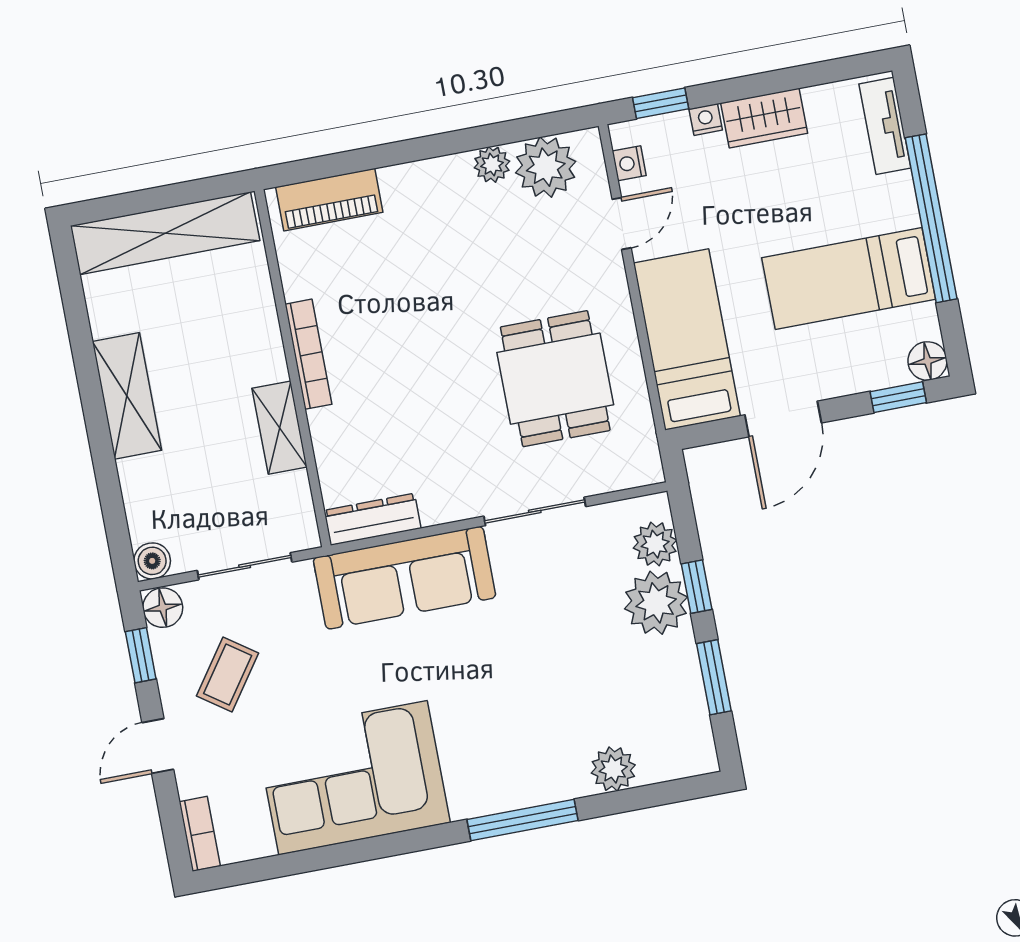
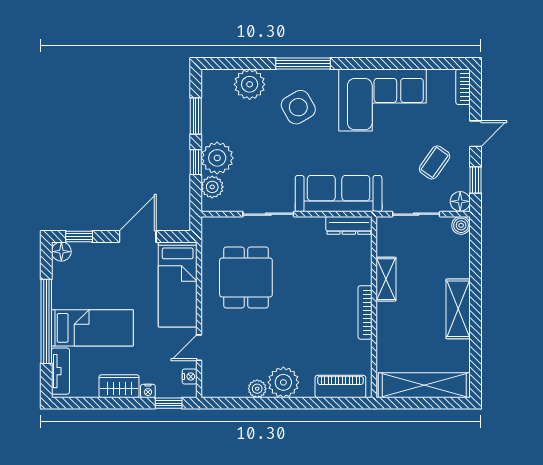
plant: (546, 167) -> (283, 382), moved
bed: (849, 279) -> (92, 328), moved
side table: (516, 733) -> (298, 107), added
plant: (613, 769) -> (250, 84), width x1.36, depth x1.36

